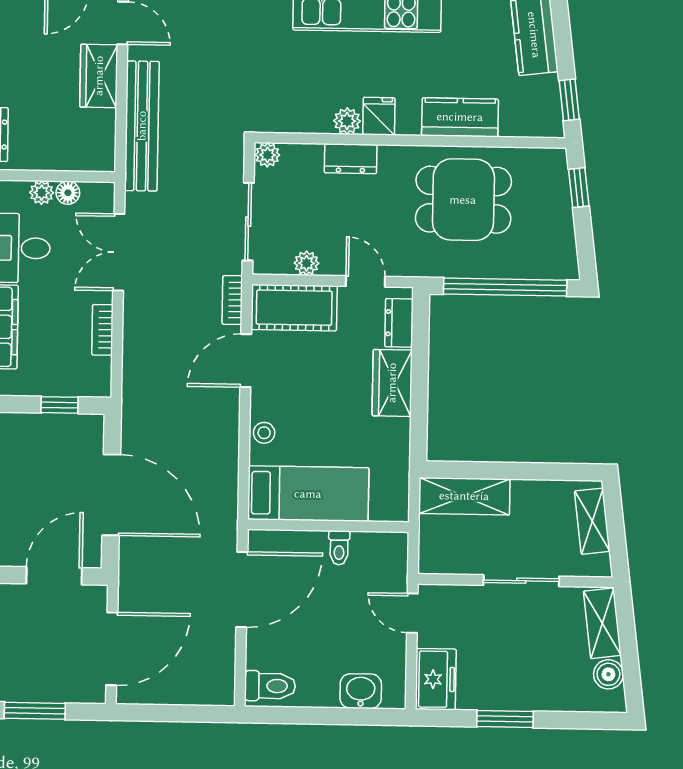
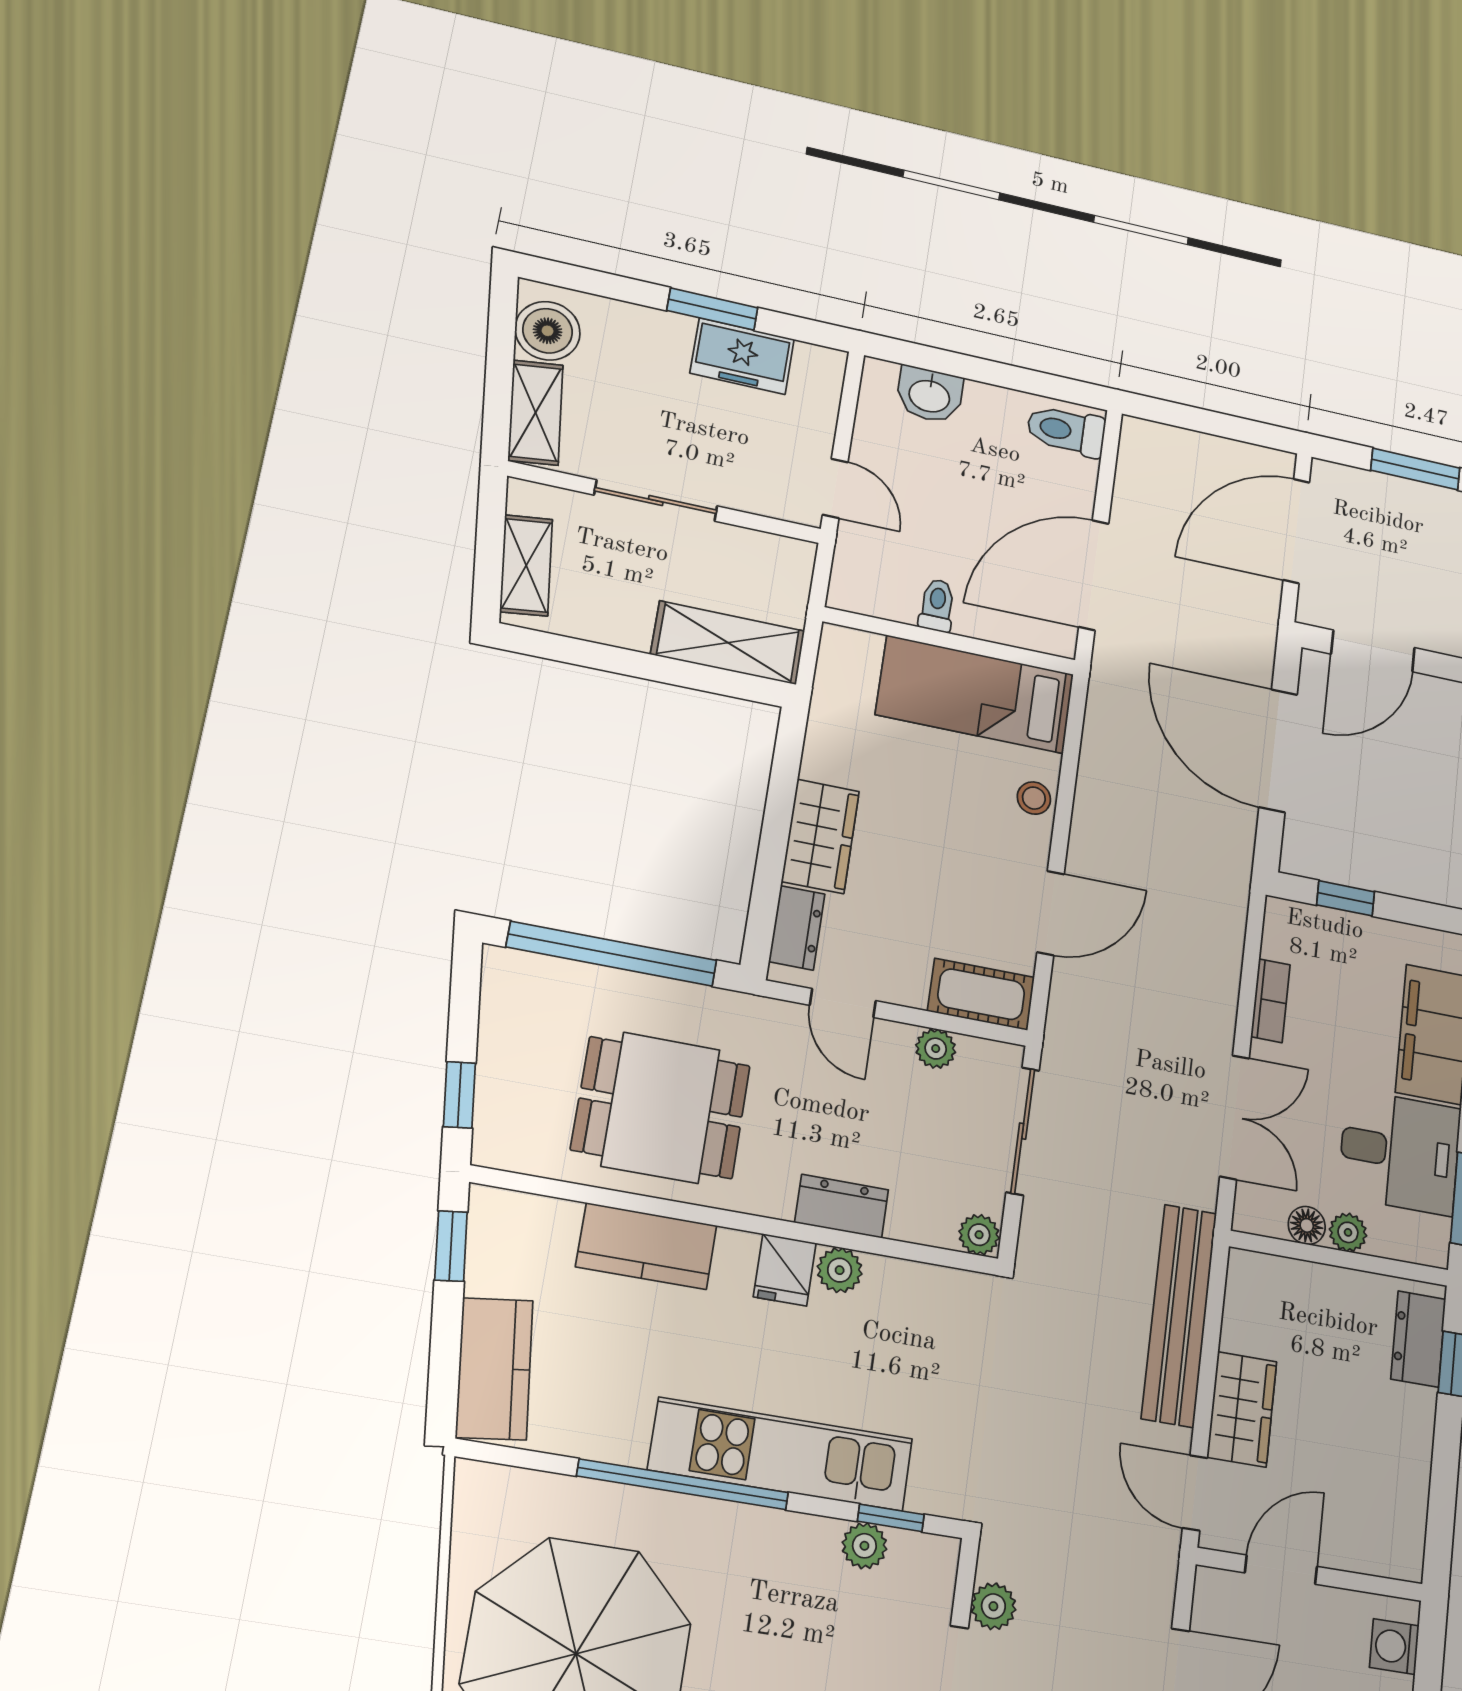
bookcase: (232, 300) -> (1062, 1011), removed
cot: (294, 308) -> (981, 994), width x0.73, depth x0.75
boiler: (608, 674) -> (548, 331), width x1.36, depth x1.36
freezer: (436, 679) -> (742, 356), moved, turned -90

